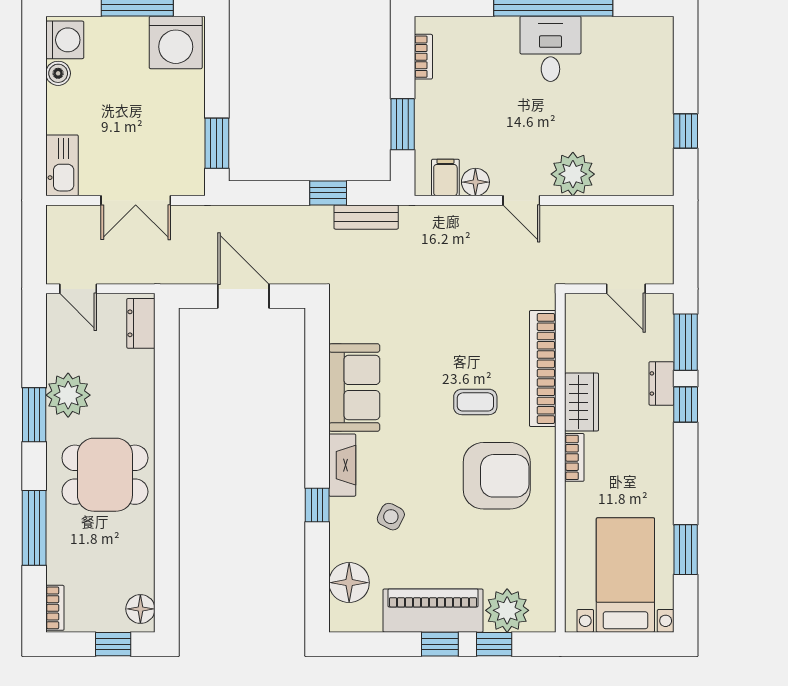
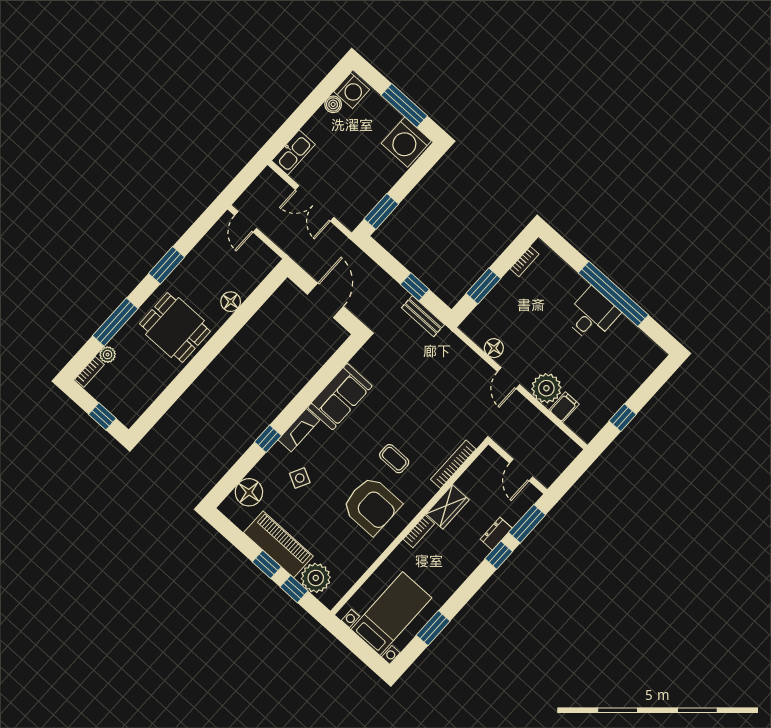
filing cabinet: (445, 178) -> (564, 407), moved
dresser: (141, 323) -> (262, 268), removed
bookcase: (543, 369) -> (453, 464), width x0.68, depth x0.76
plant: (68, 395) -> (108, 355), moved, width x0.53, depth x0.53
floor lamp: (140, 609) -> (231, 302), moved

